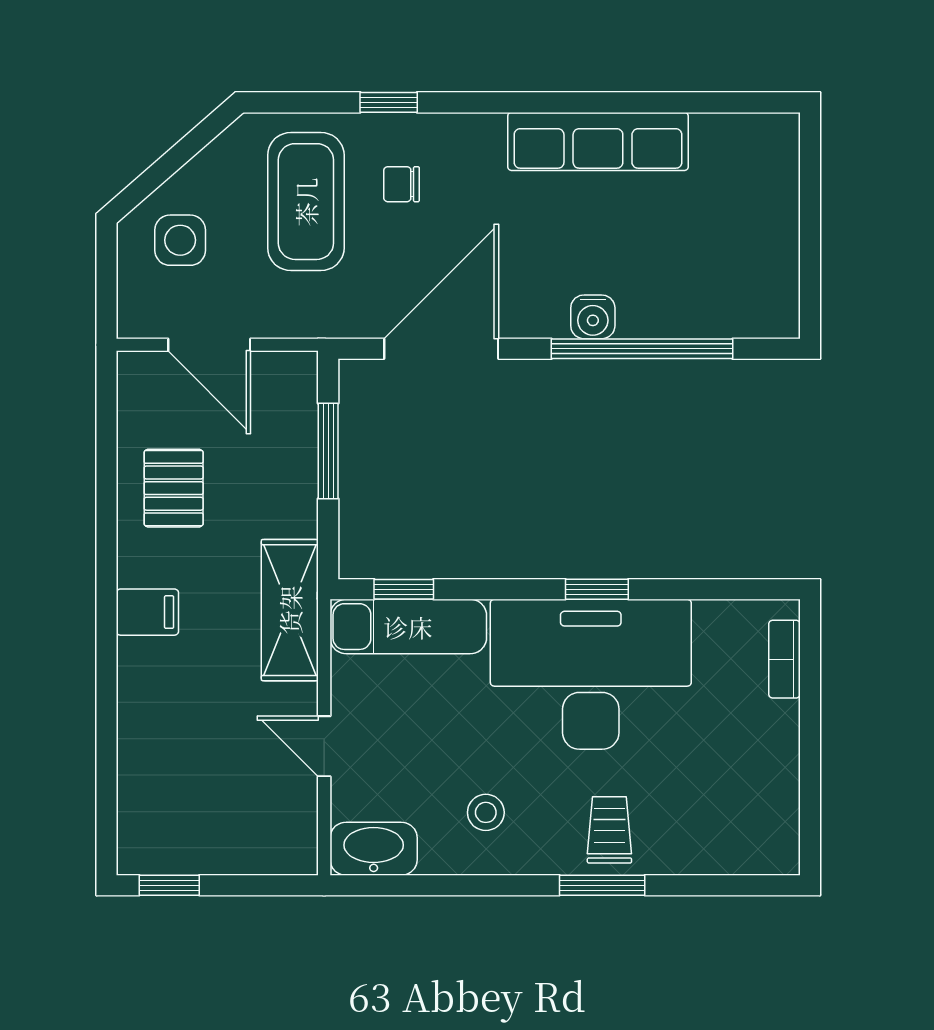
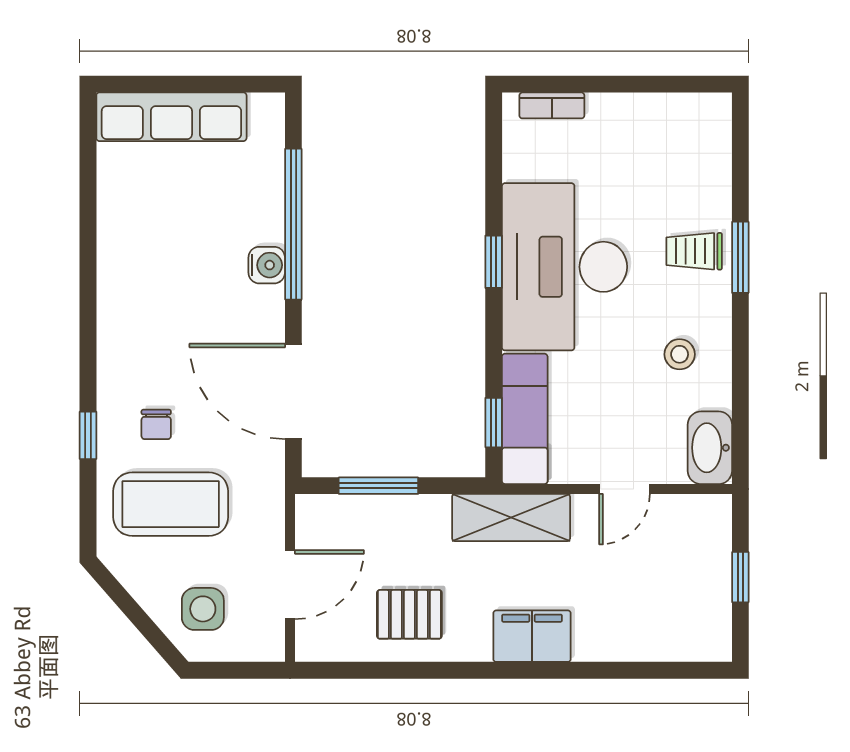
row of seats: (598, 141) -> (171, 117), moved, turned 90
filing cabinet: (147, 612) -> (532, 636), width x2.00
window: (169, 885) -> (740, 577), moved

